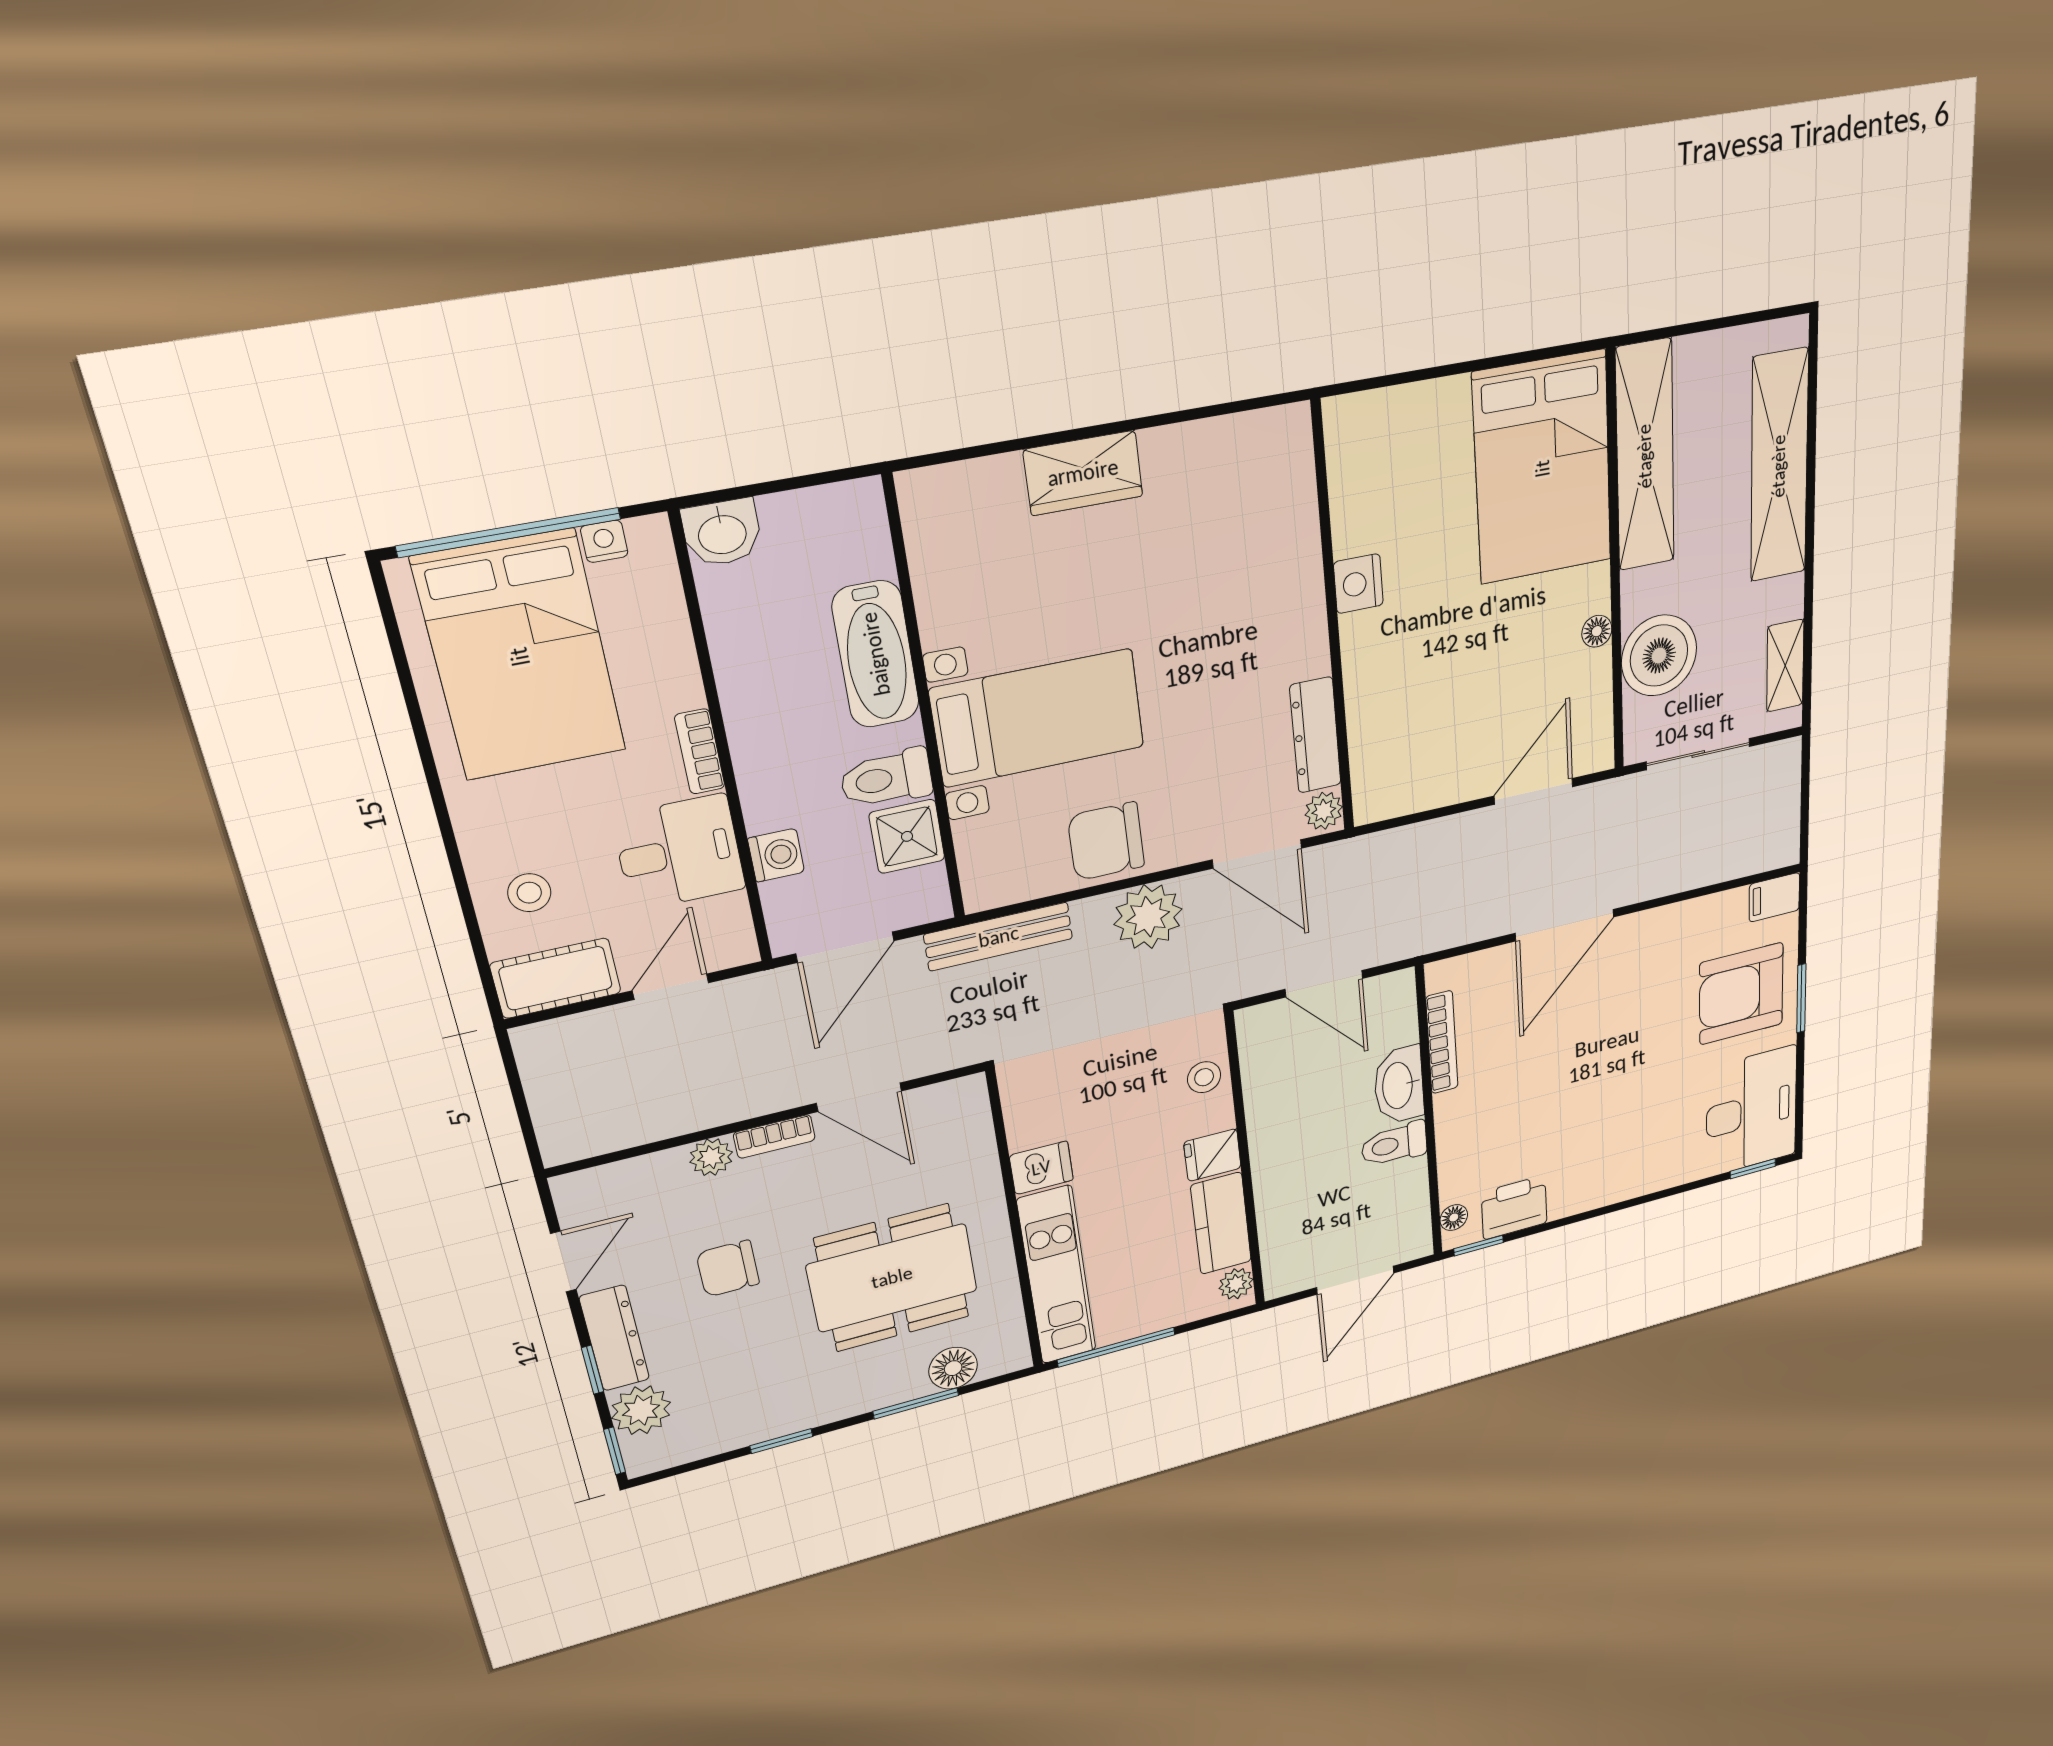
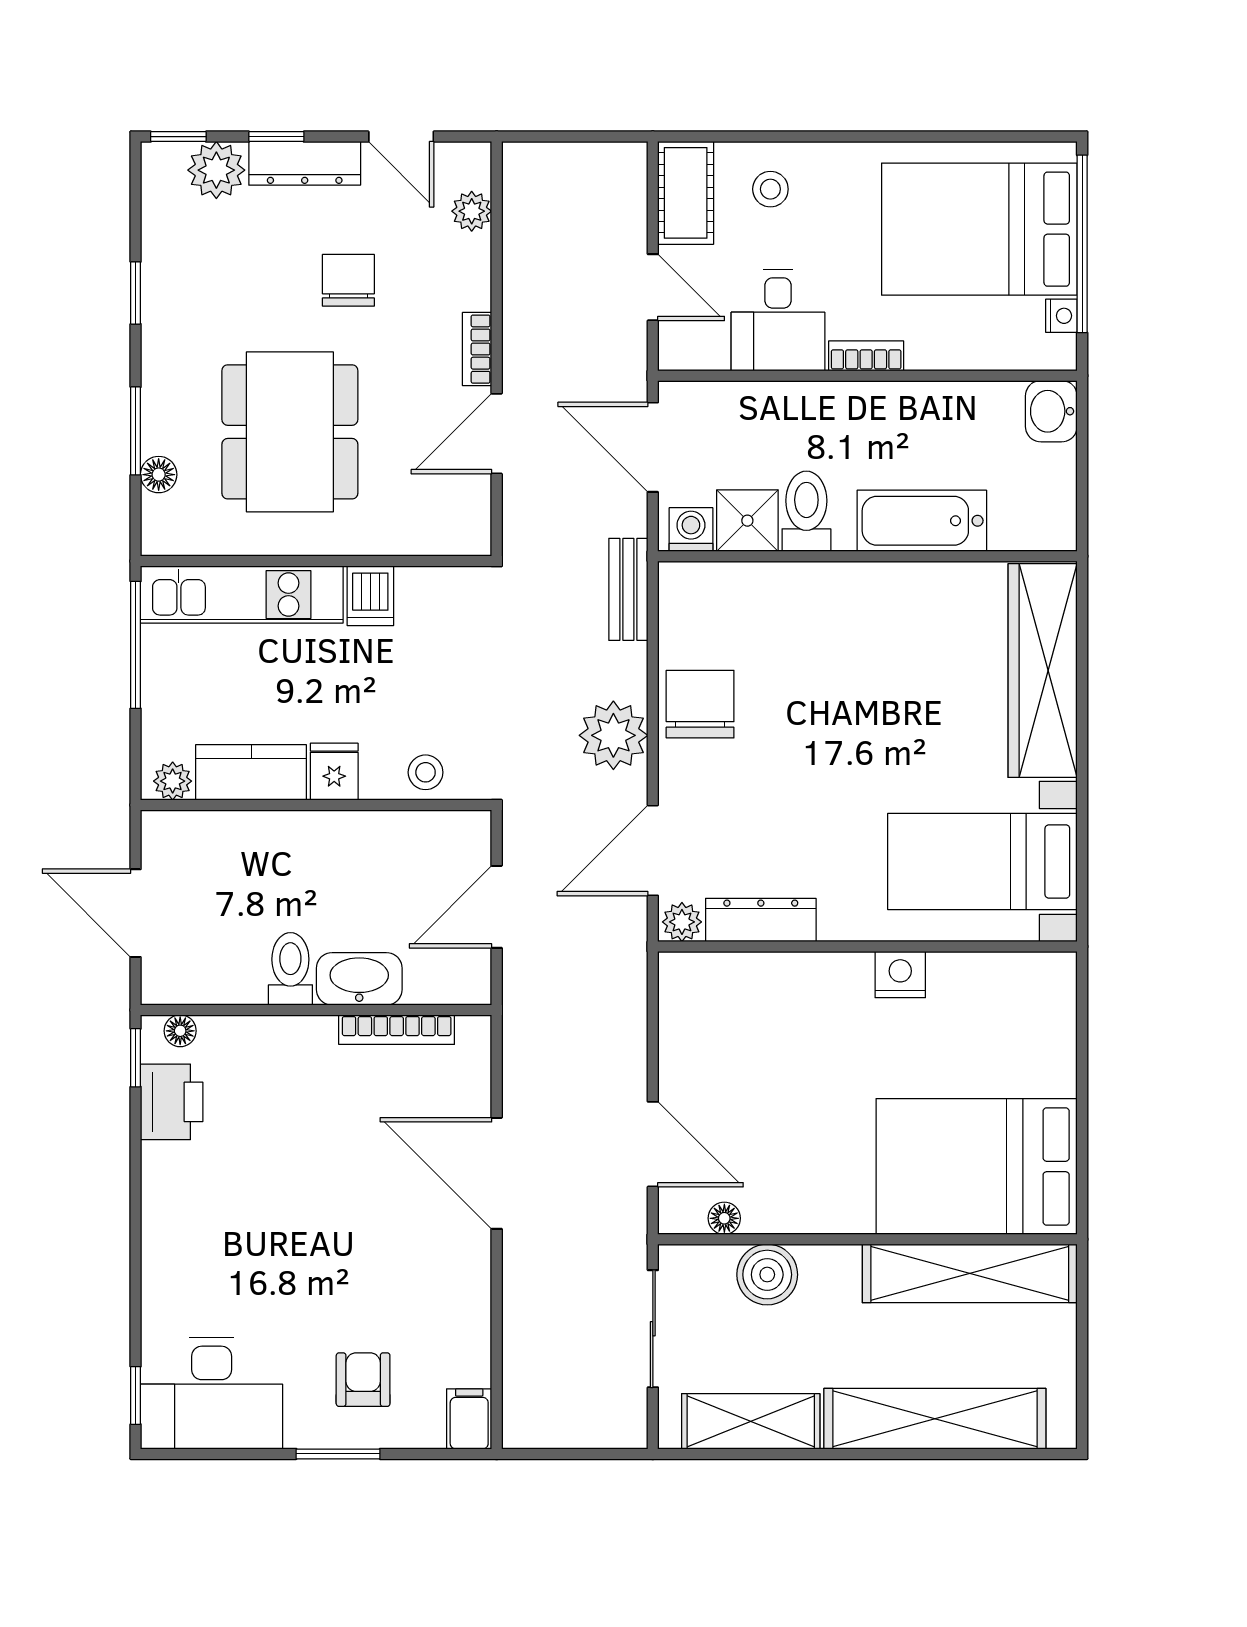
wardrobe: (1083, 473) -> (1043, 671), width x2.10, depth x1.17
floor lamp: (1597, 631) -> (724, 1218), moved
boiler: (1659, 656) -> (767, 1275), width x0.73, depth x0.73
shelving: (1785, 666) -> (751, 1421), width x1.50, depth x1.33
bed with nightstands: (1038, 718) -> (982, 861), moved, turned 90
washing machine: (776, 855) -> (691, 529), moved, turned 180
bench: (999, 937) -> (628, 589), width x0.73
armchair: (1741, 994) -> (363, 1380), width x0.53, depth x0.53
plant: (711, 1157) -> (472, 211), moved
floor lamp: (953, 1368) -> (159, 475), width x0.73, depth x0.73

